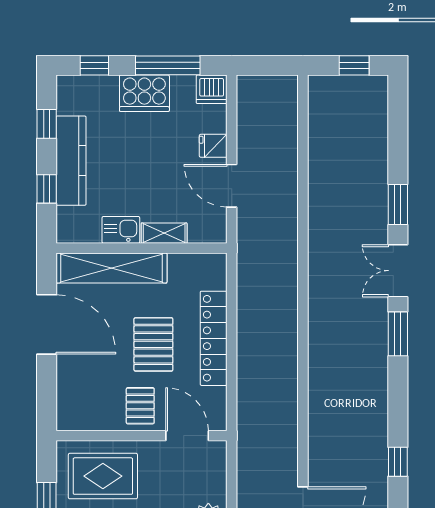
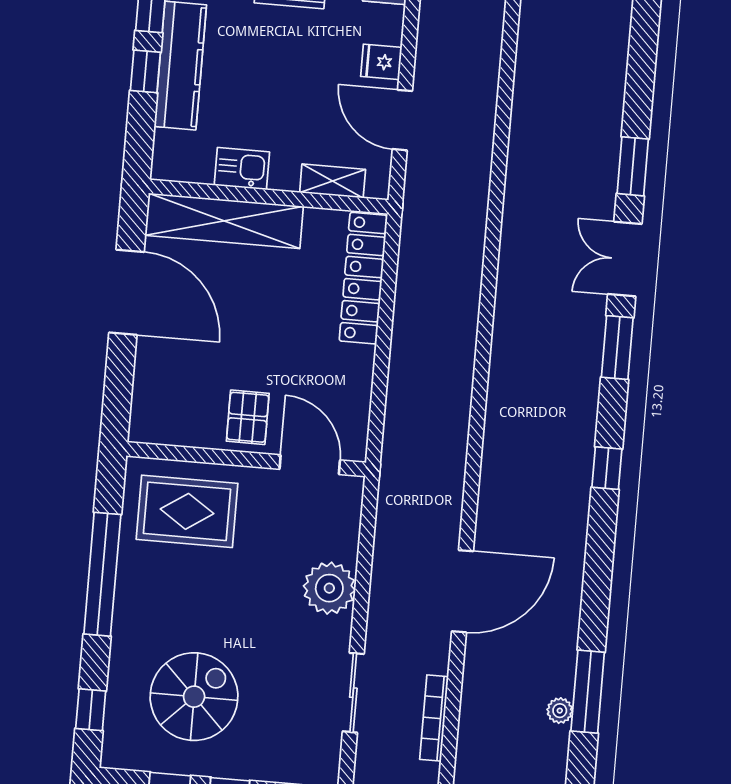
window: (47, 189) -> (145, 71), moved
shelving: (164, 233) -> (333, 181), moved
locker: (214, 338) -> (363, 278), moved
pallet: (153, 344) -> (274, 333), removed
window: (398, 462) -> (607, 468), moved

